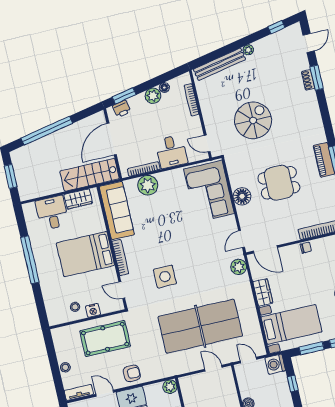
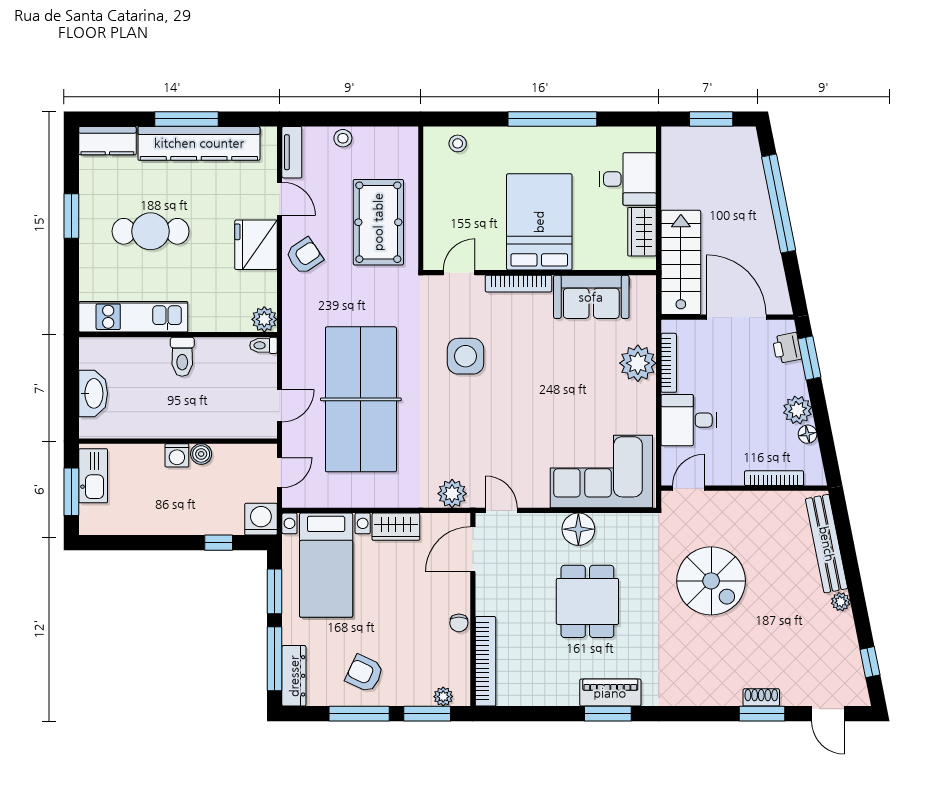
sofa: (117, 211) -> (591, 297), width x0.73
stool: (75, 307) -> (458, 143), moved
nightstand: (93, 310) -> (434, 212), removed
armchair: (132, 373) -> (304, 256), turned -124
toilet: (184, 384) -> (263, 345), added
door: (105, 393) -> (280, 199), hinge flipped

